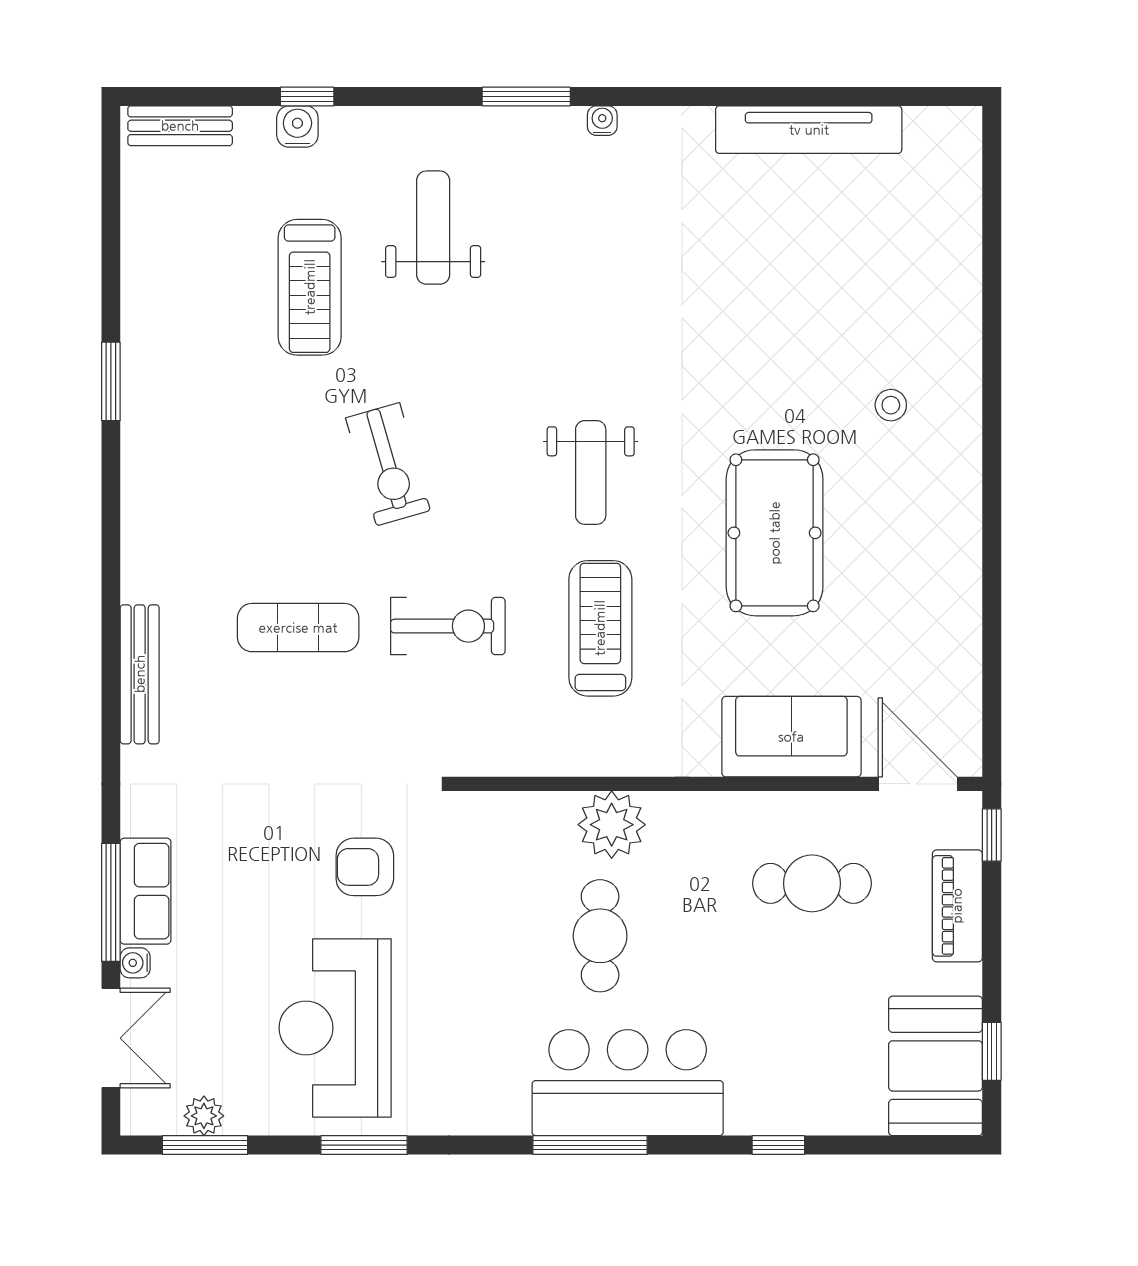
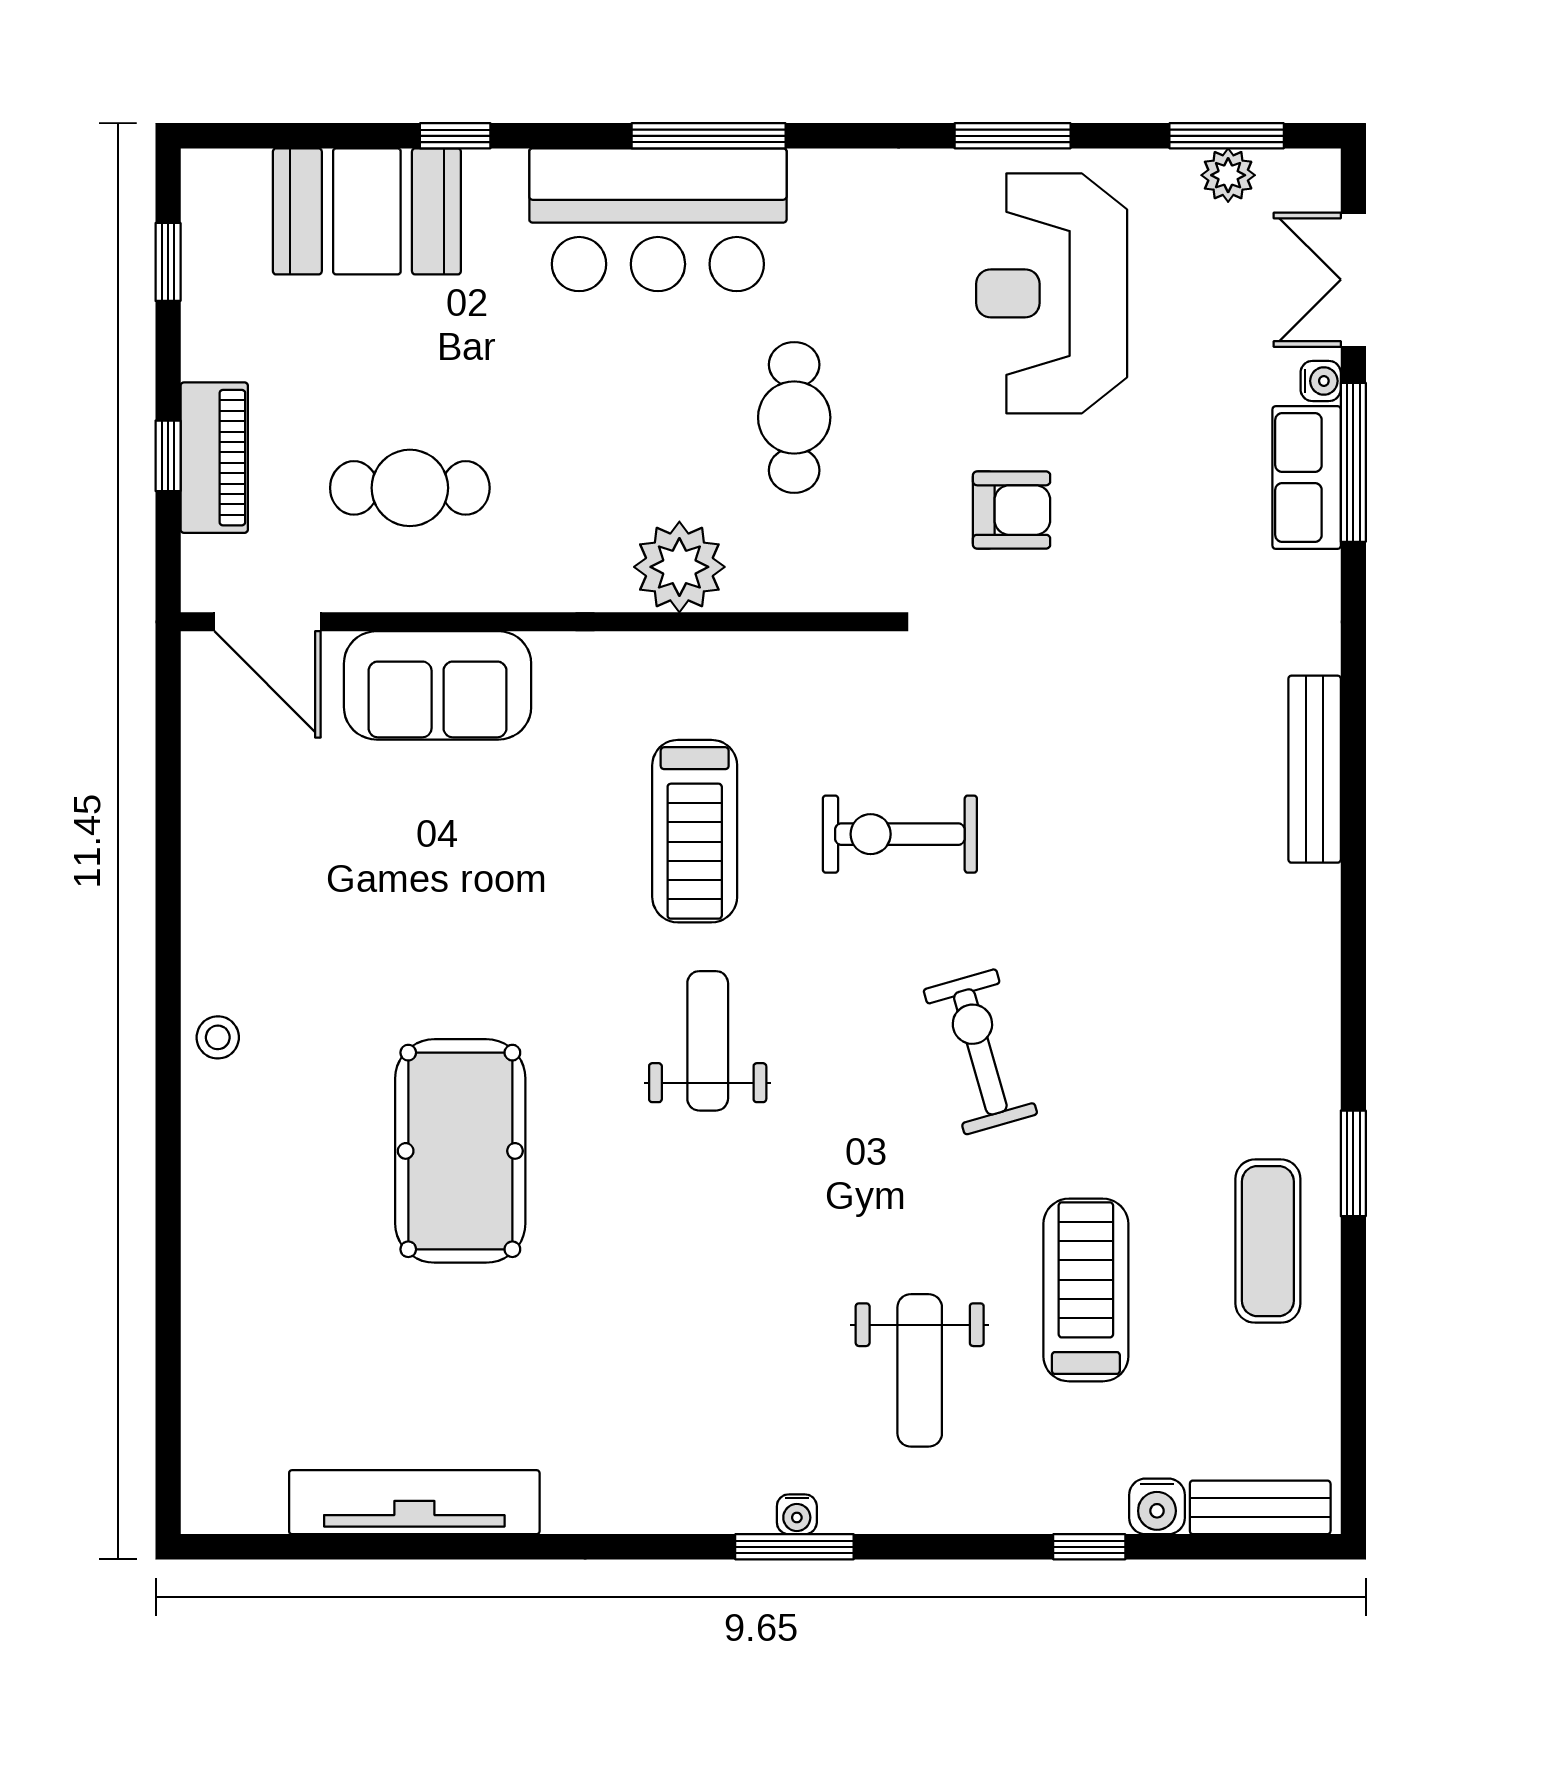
water cooler: (602, 121) -> (797, 1514), moved
water cooler: (297, 127) -> (1157, 1506), moved
stool: (891, 405) -> (218, 1037), moved
pool table: (775, 533) -> (460, 1151), moved
exercise mat: (298, 628) -> (1268, 1241), moved, turned 90
window: (992, 835) -> (168, 456), moved
cafe table: (600, 936) -> (794, 417), moved
reception desk: (335, 1028) -> (1052, 293), turned 180
booth: (936, 1066) -> (367, 211), moved, turned 90

